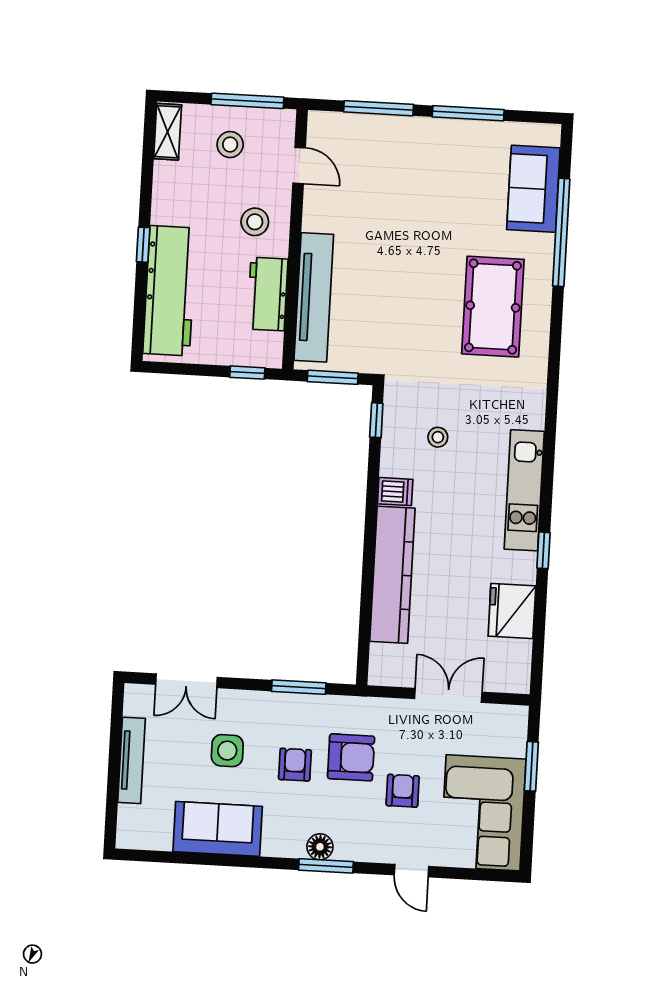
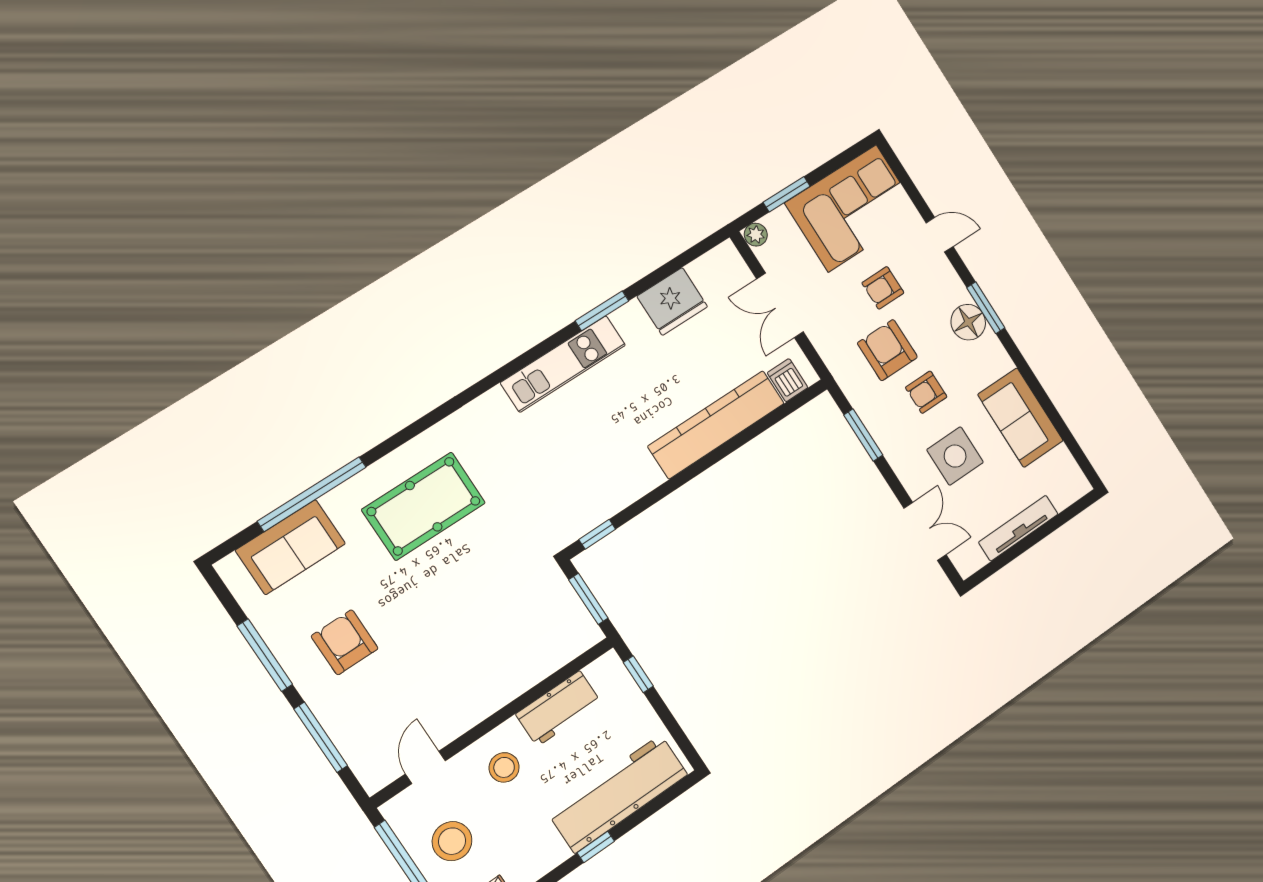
stool: (230, 145) -> (452, 841), width x1.38, depth x1.38
armchair: (435, 176) -> (345, 642), added
tv unit: (314, 297) -> (532, 667), removed
stool: (438, 437) -> (573, 471), removed
dishwasher: (395, 492) -> (788, 380), moved
window: (543, 550) -> (602, 311), width x1.50
plant: (517, 717) -> (756, 235), added
side table: (227, 751) -> (955, 456), width x1.37, depth x1.37
floor lamp: (320, 847) -> (968, 322), width x1.38, depth x1.38
door: (412, 871) -> (940, 235), hinge flipped

